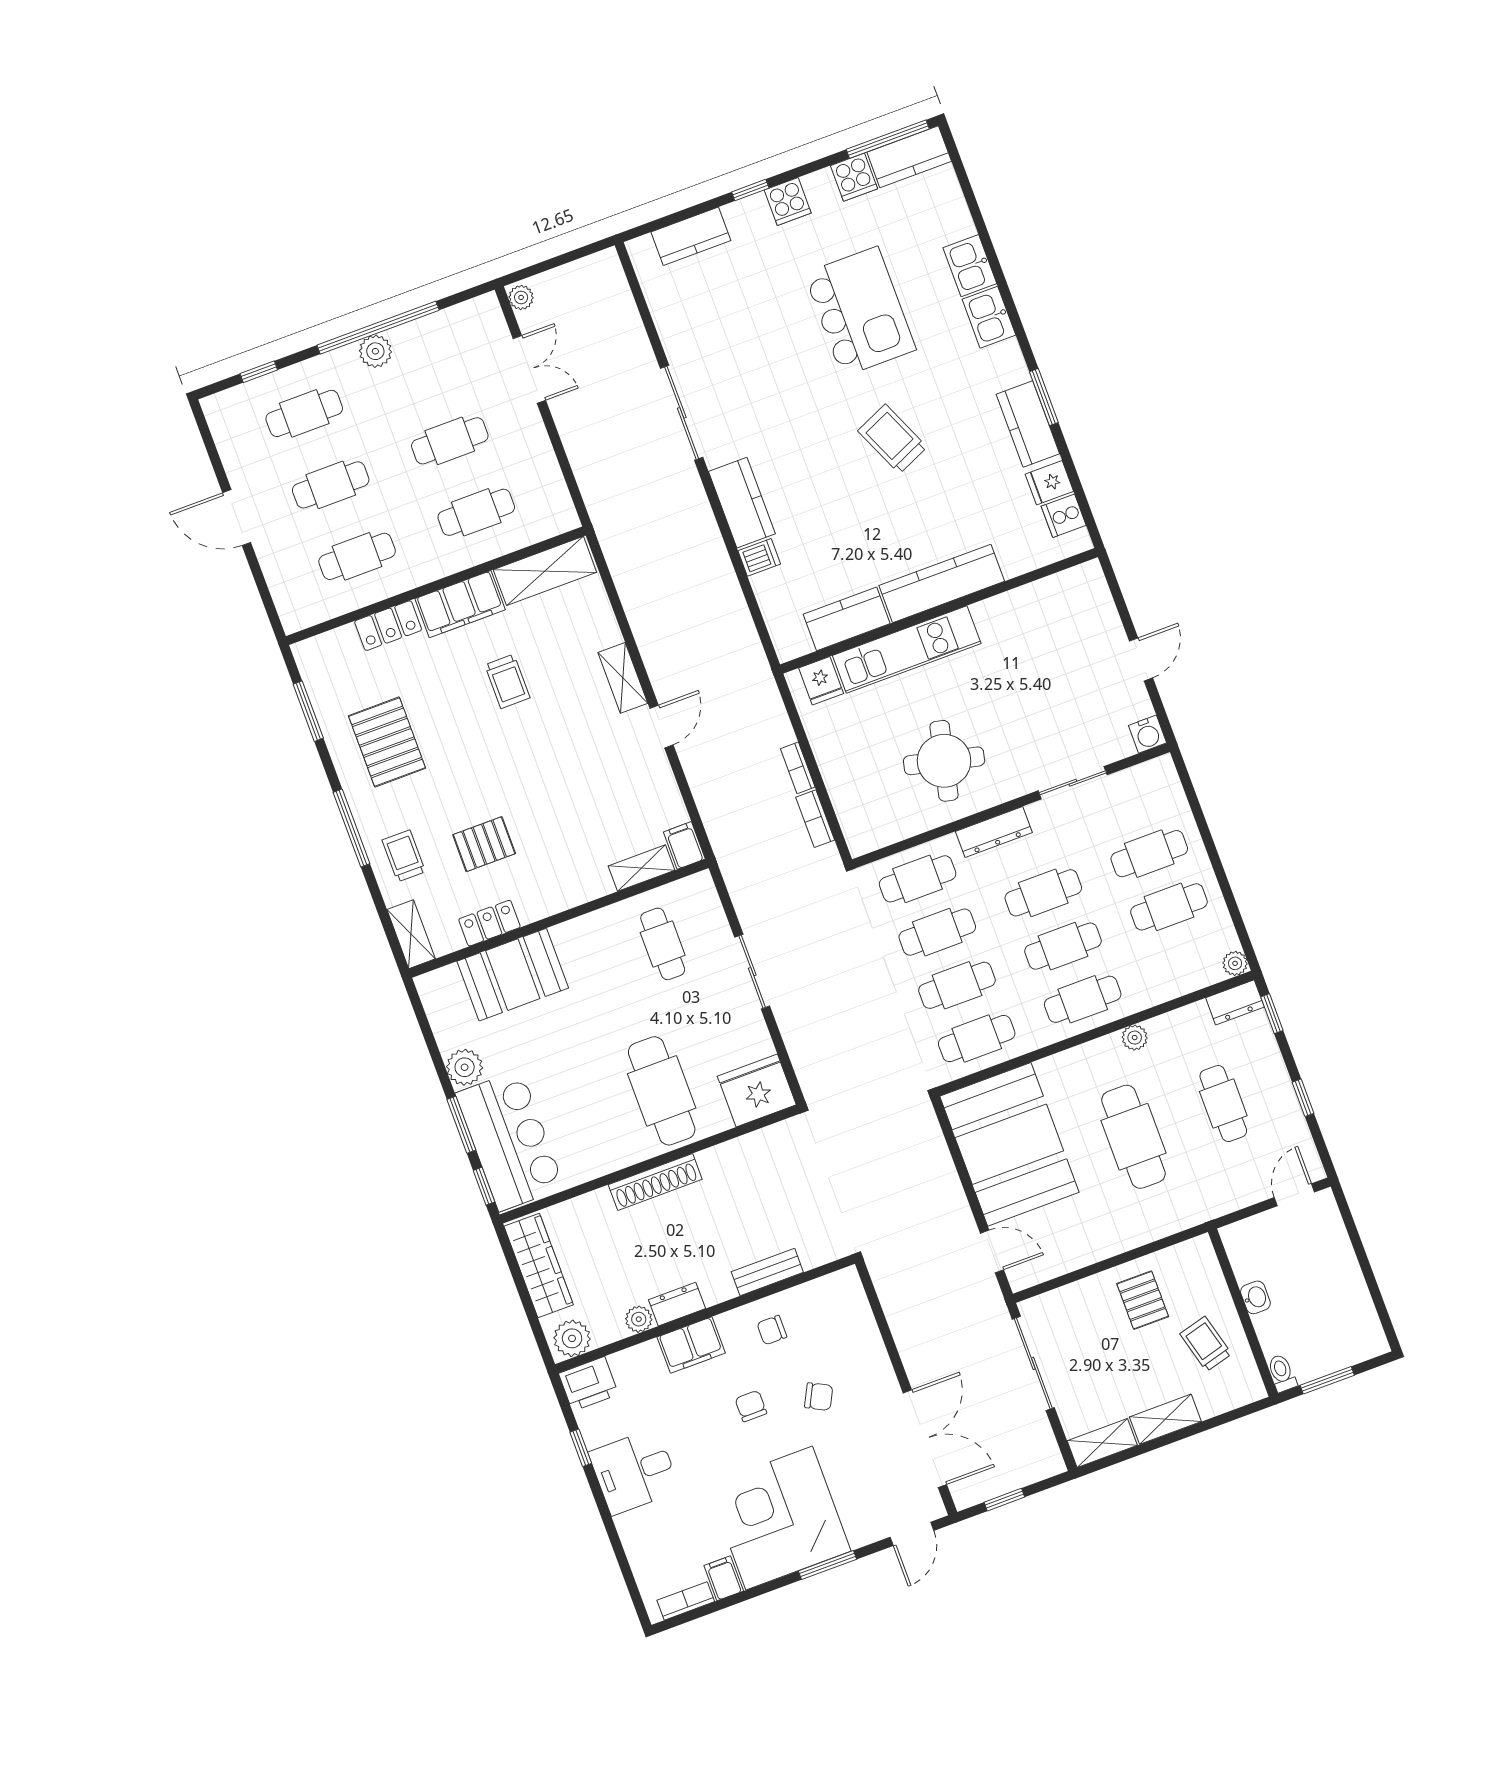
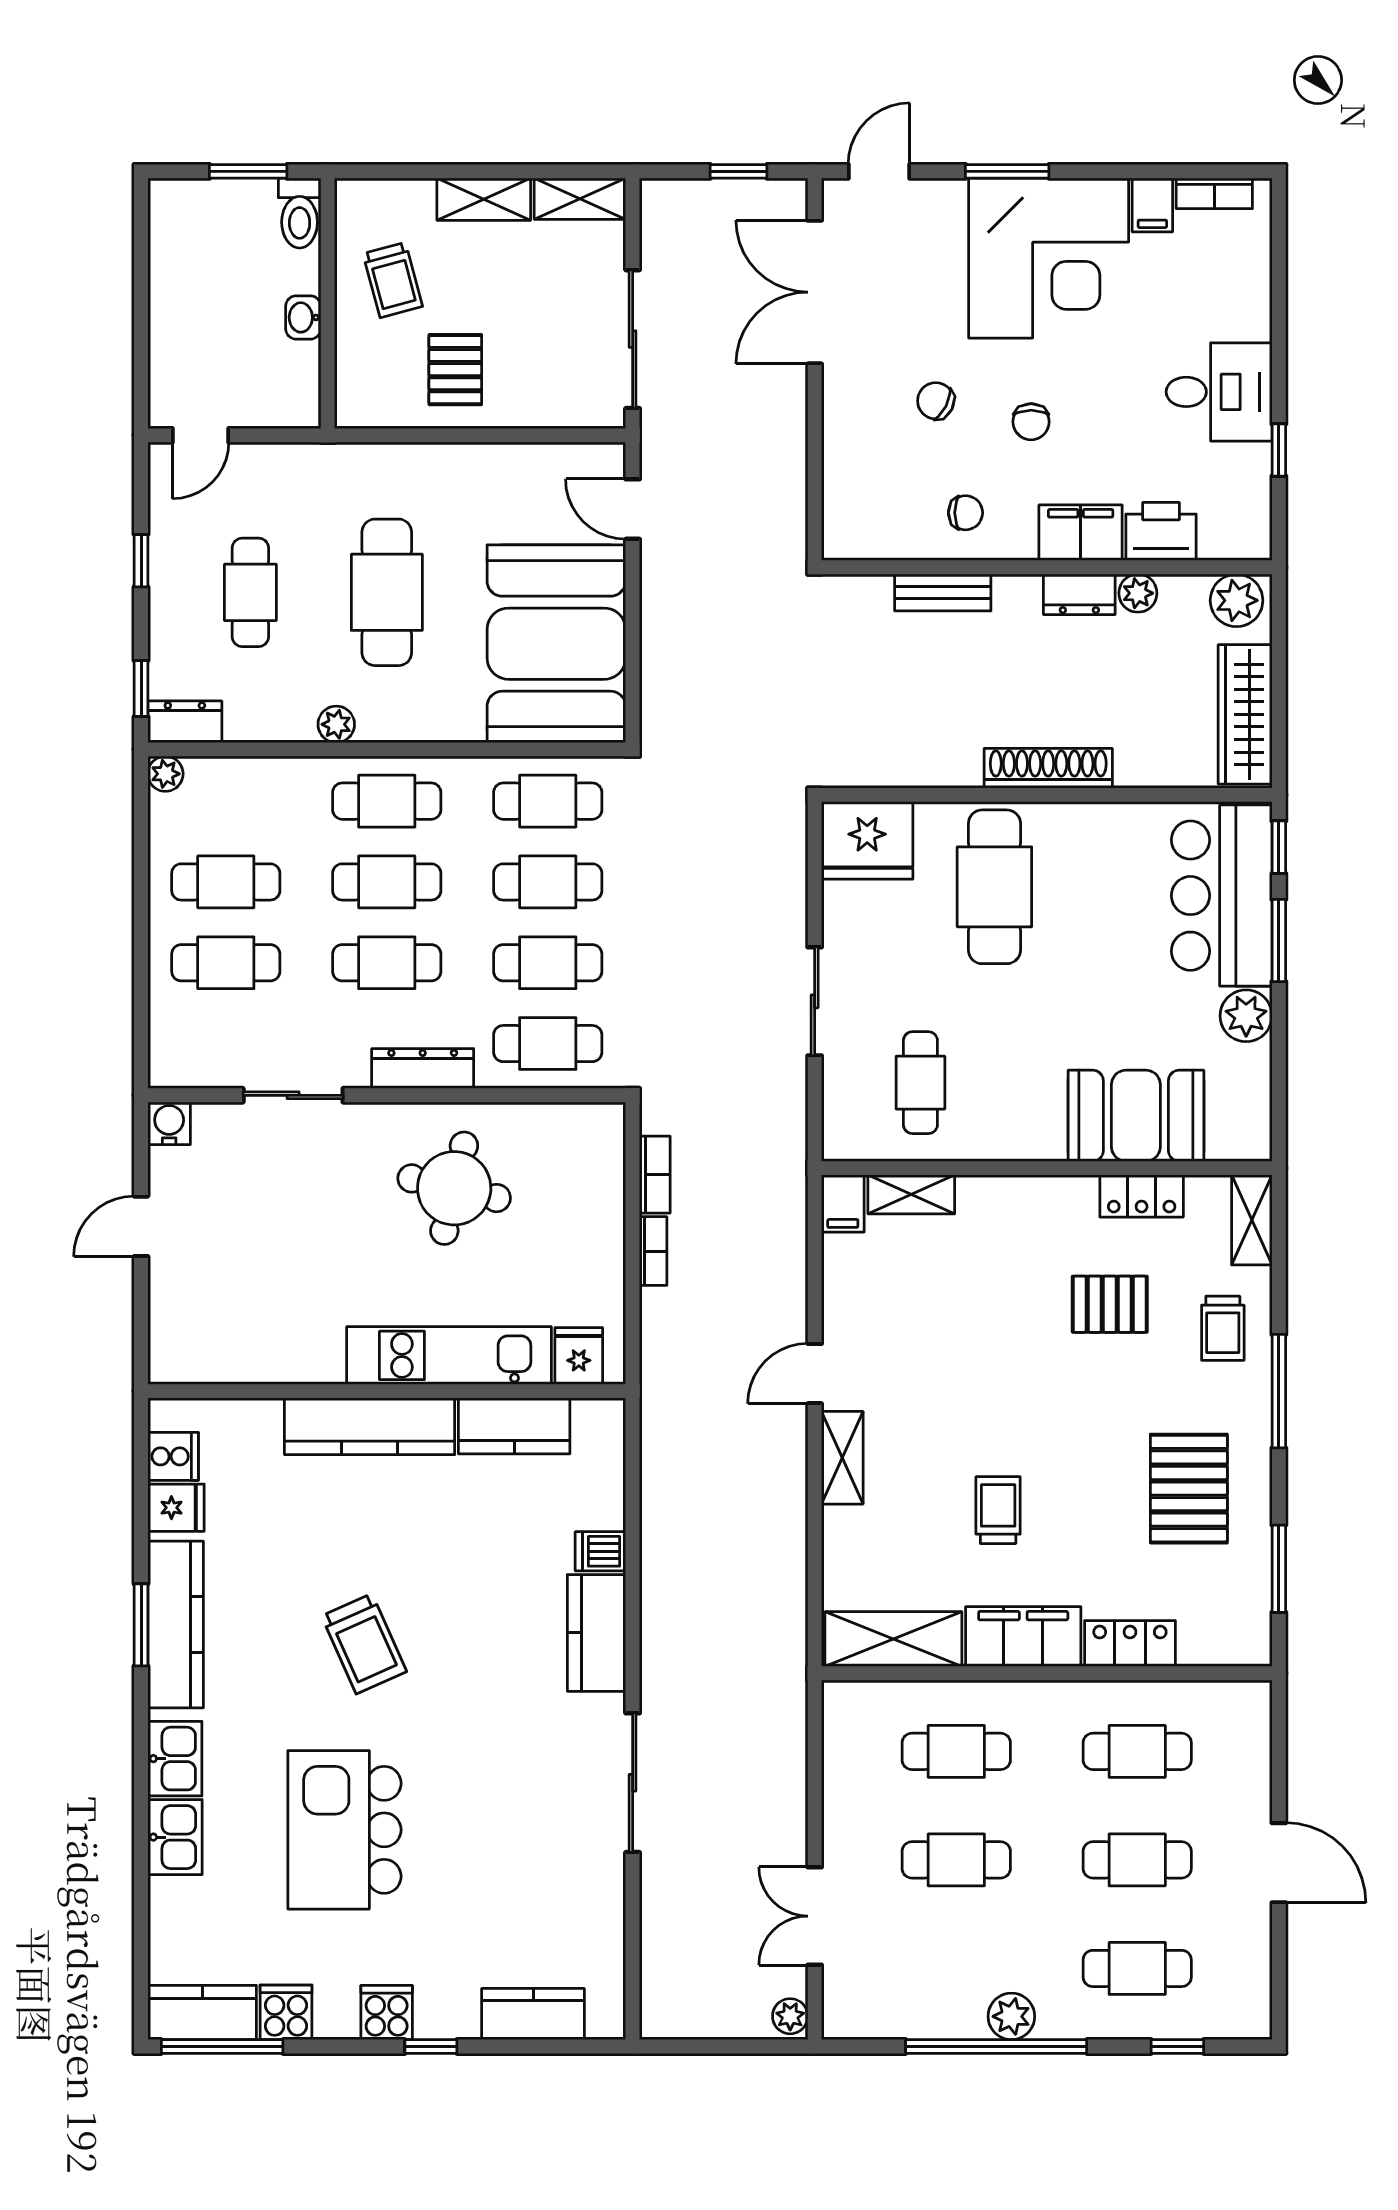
kitchen counter: (1028, 424) -> (176, 1624), width x1.50
toilet: (1282, 1373) -> (300, 213), width x1.37, depth x1.39
printer: (589, 1384) -> (1161, 531), moved

